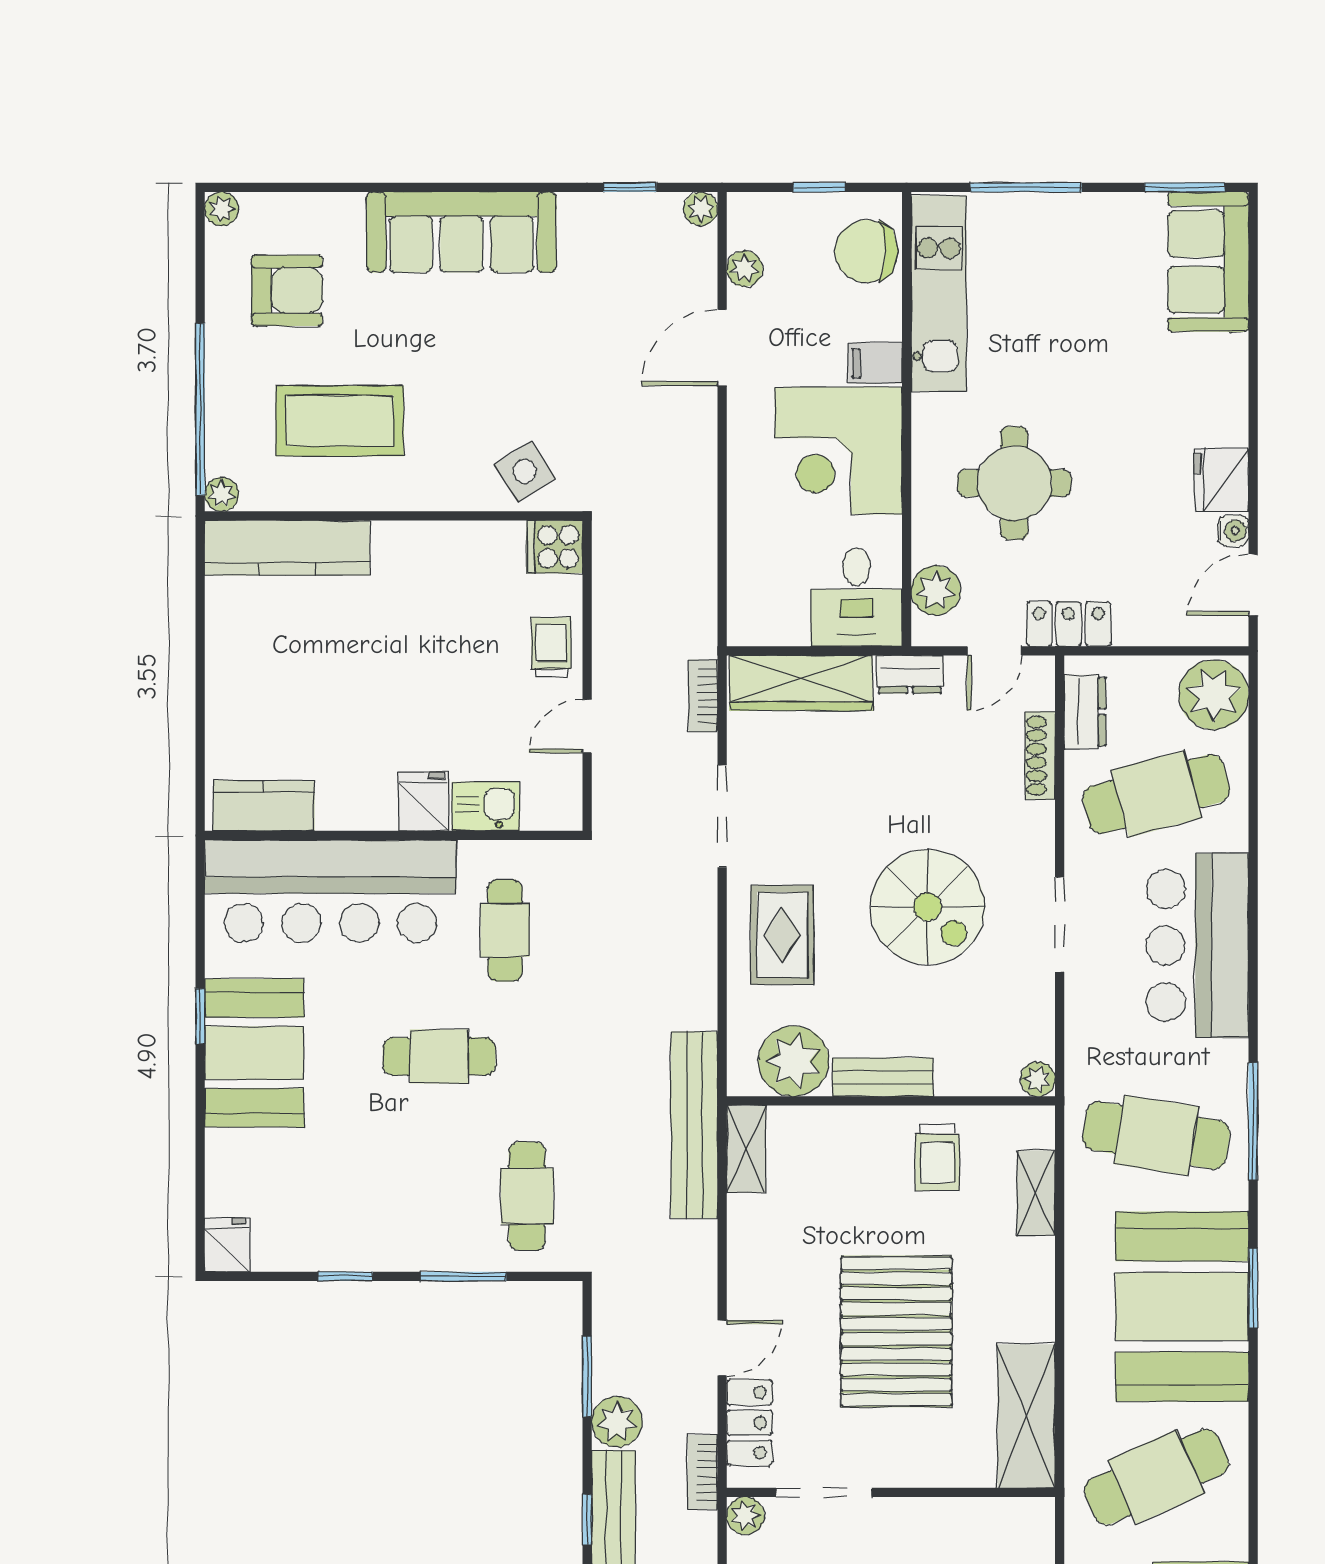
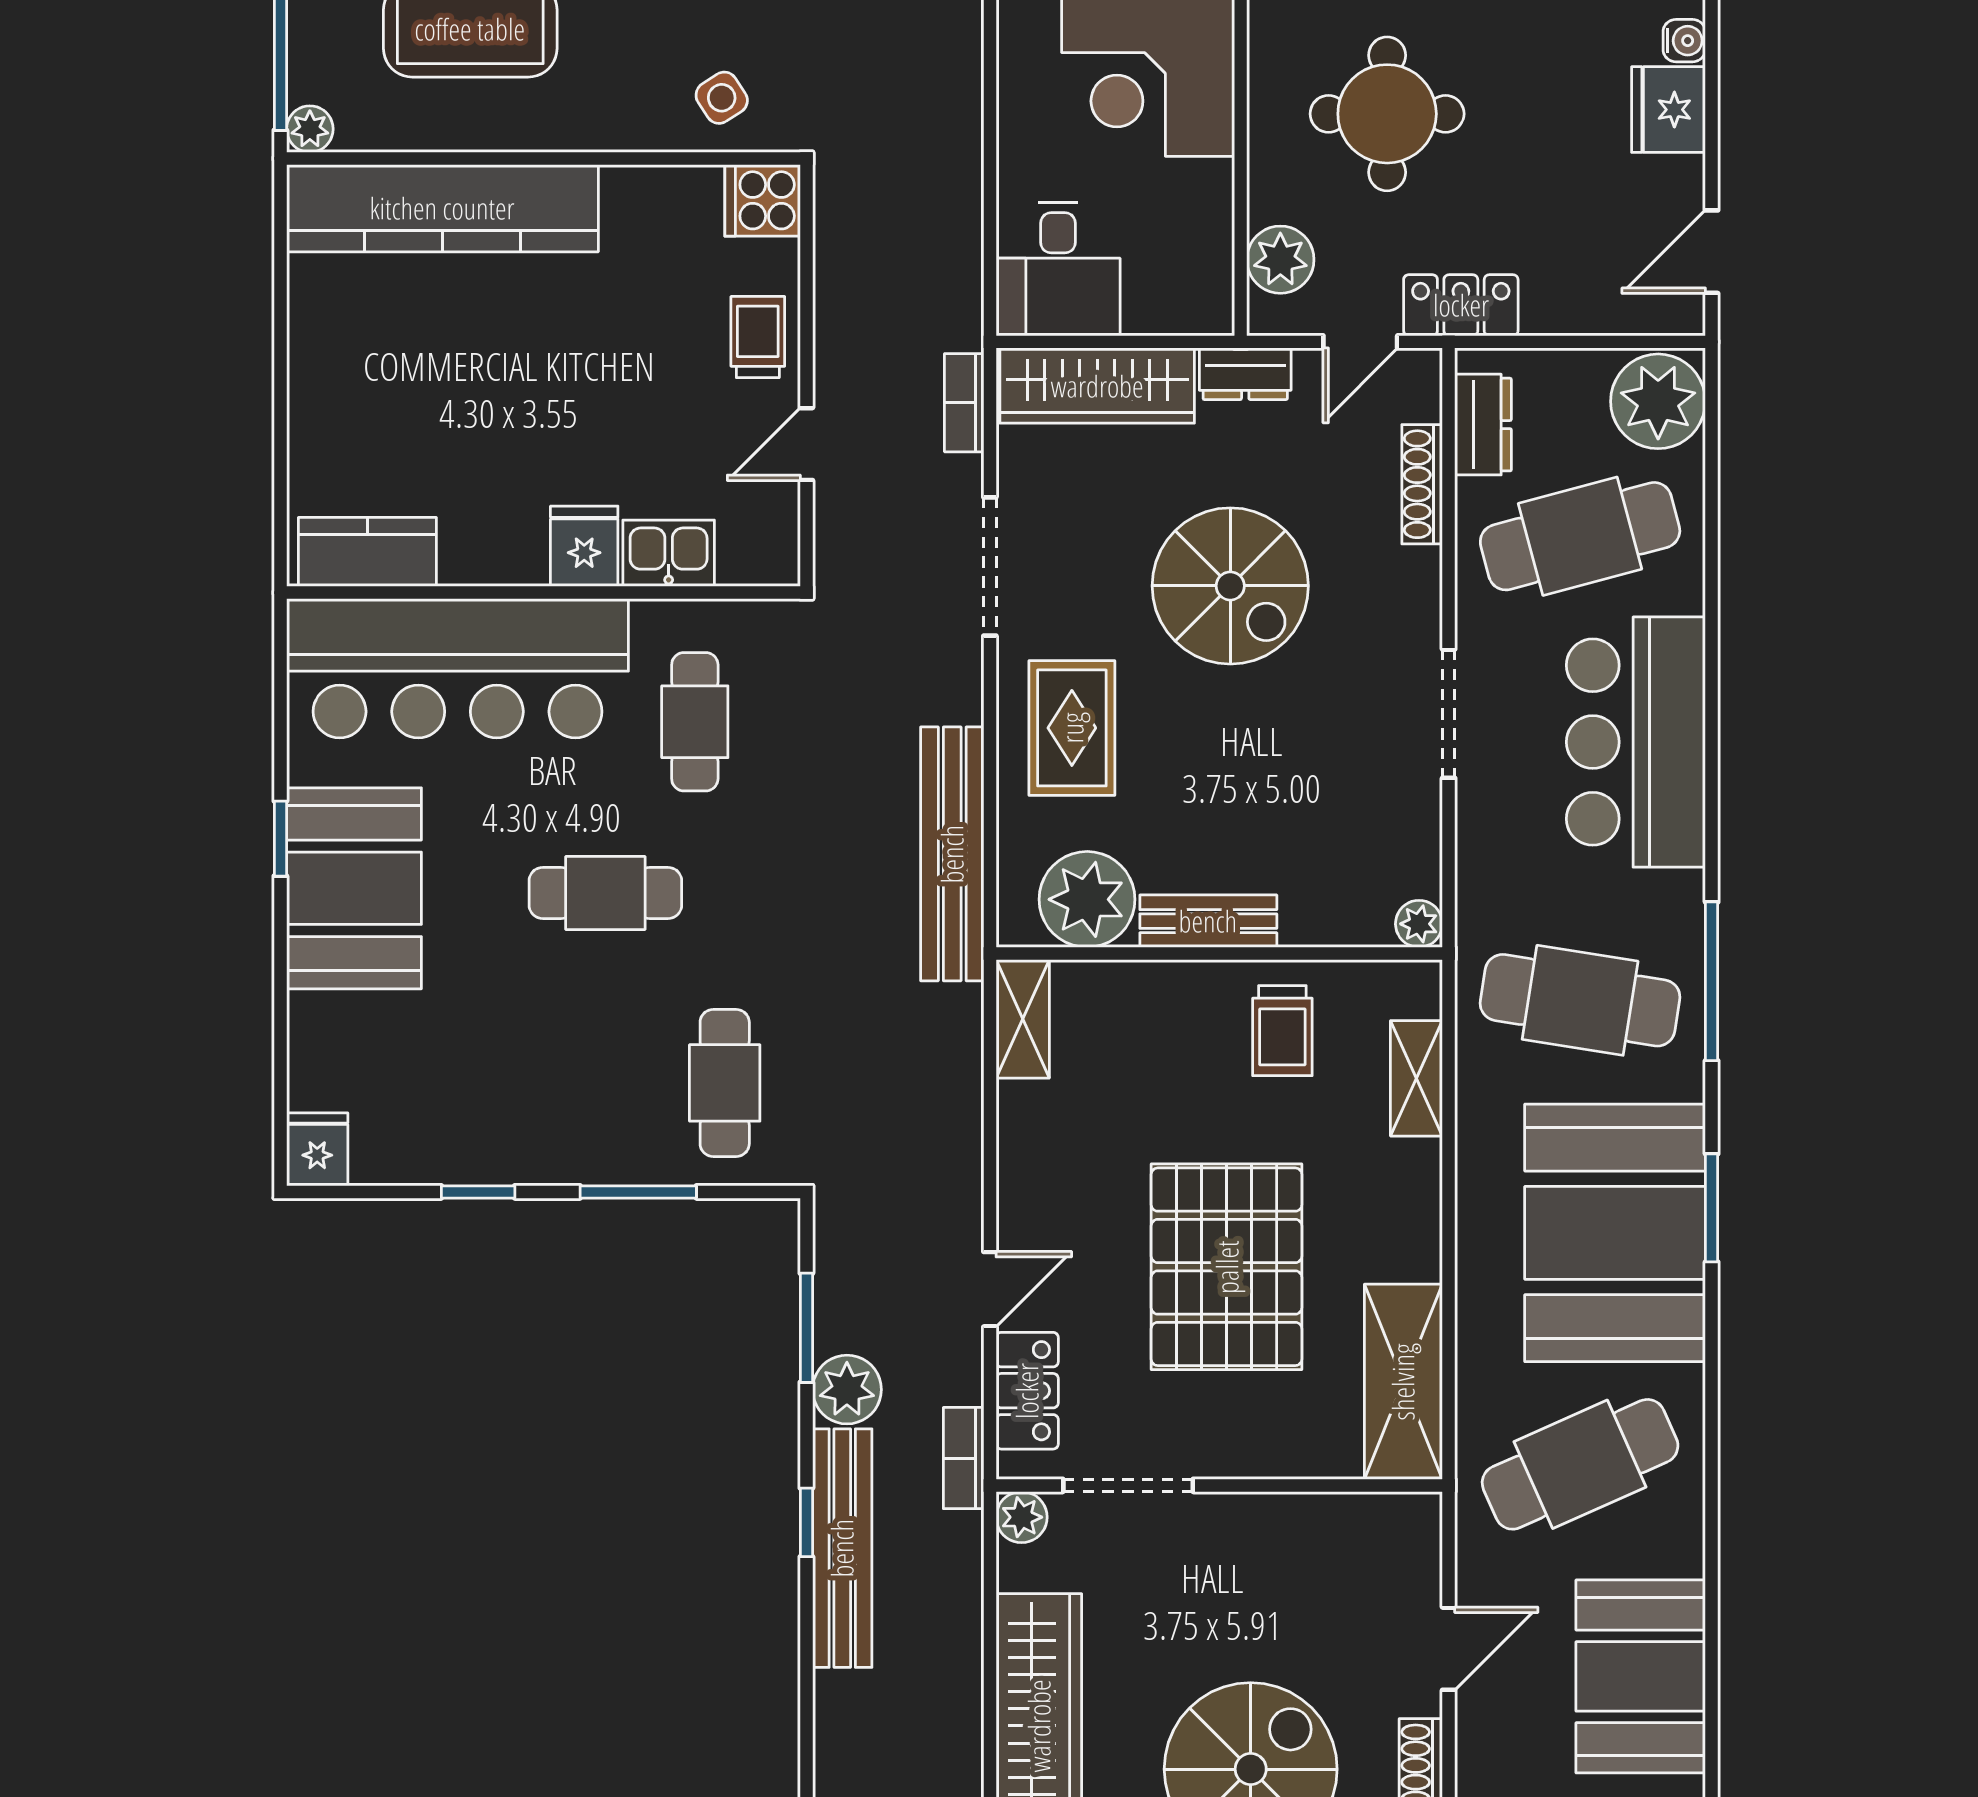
side table: (525, 471) -> (722, 98), width x0.73, depth x0.73
water cooler: (1233, 531) -> (1684, 41), moved
kitchen counter: (287, 548) -> (442, 208), width x1.39, depth x1.17
desk: (856, 597) -> (1058, 269), moved
spiral stairs: (927, 907) -> (1230, 586), moved
bench: (694, 1125) -> (952, 854), moved

